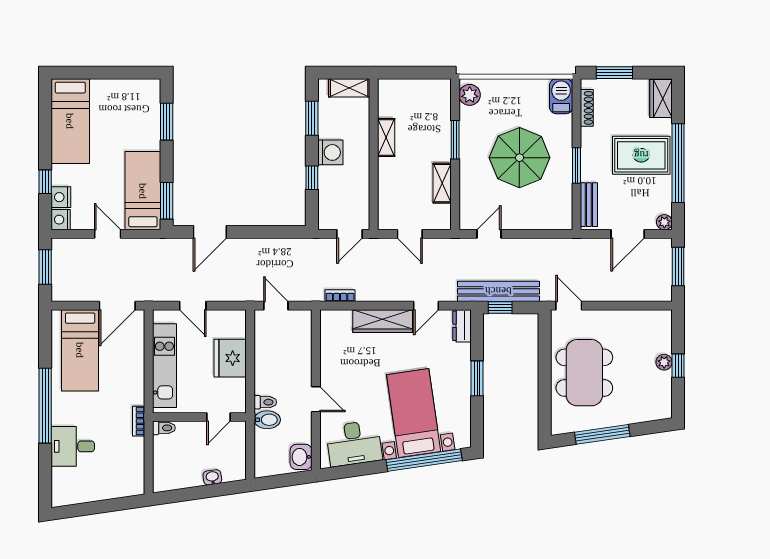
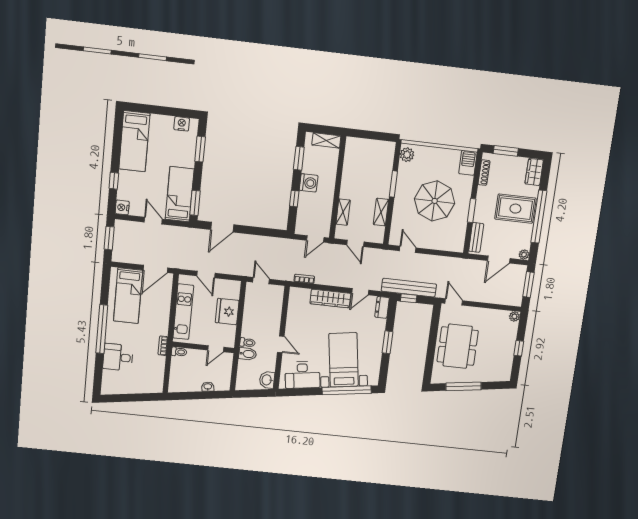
shelving: (386, 138) -> (343, 212), moved
nightstand: (61, 197) -> (182, 124), moved, turned 90
door: (489, 234) -> (408, 249), hinge flipped
plant: (664, 362) -> (514, 316), moved

